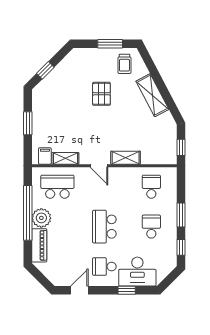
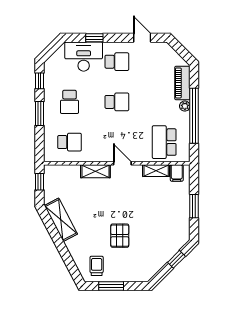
shelving: (152, 95) -> (61, 220), moved
school desk: (57, 187) -> (164, 142), turned 90
school desk: (151, 187) -> (70, 142), turned -90
plant: (41, 218) -> (185, 106), width x0.53, depth x0.53
school desk: (104, 227) -> (117, 102), width x0.54
door: (79, 290) -> (142, 38), swing flipped

